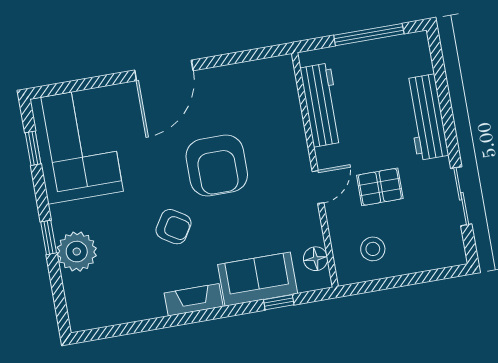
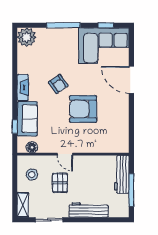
door: (164, 70) -> (131, 80), moved
workbench: (322, 105) -> (122, 174), moved, turned 90
armchair: (174, 227) -> (58, 84), turned -67
window: (49, 237) -> (63, 25), width x2.17
plant: (77, 252) -> (27, 37), moved
shelving: (440, 257) -> (23, 205), added

